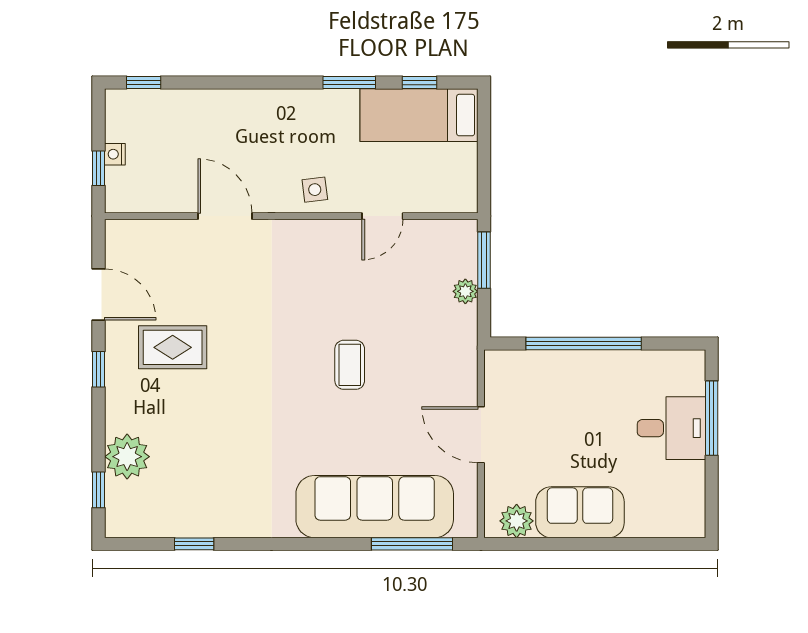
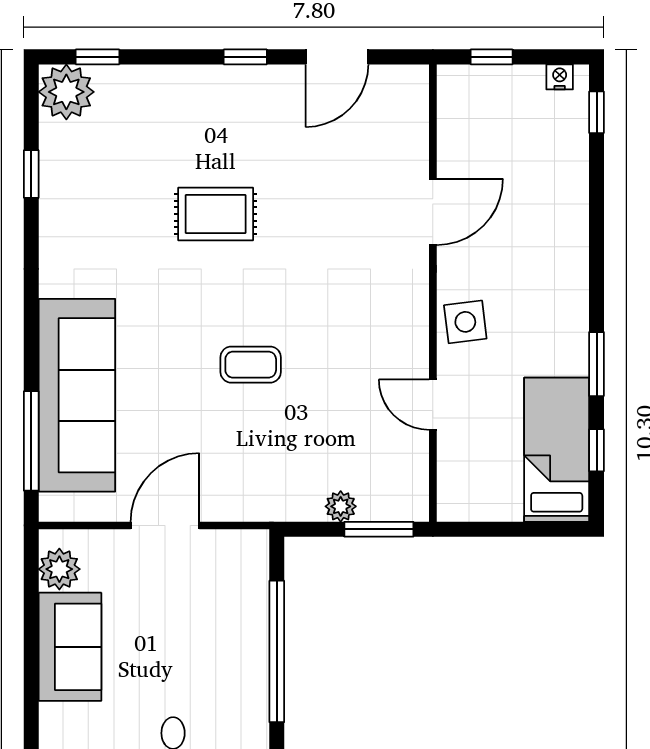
nightstand: (115, 154) -> (560, 77), moved
side table: (315, 190) -> (465, 322), width x1.37, depth x1.37
rug: (173, 347) -> (216, 214), moved, turned 90
plant: (127, 457) -> (66, 92), moved

